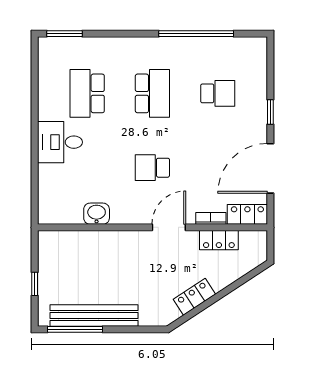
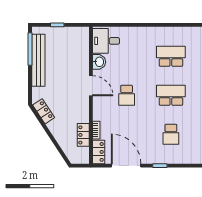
school desk: (152, 93) -> (171, 95), turned 180
desk: (60, 142) -> (106, 41), moved, turned -90
school desk: (152, 168) -> (127, 95), turned 180
door: (169, 227) -> (91, 86), moved
locker: (194, 297) -> (44, 111), moved

